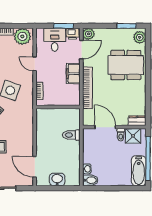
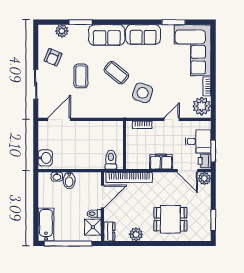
plant: (140, 37) -> (136, 234), moved
dining table: (126, 65) -> (170, 219), width x0.73
bookcase: (88, 88) -> (129, 177), moved
toilet: (71, 135) -> (111, 160), moved
bathtub: (139, 171) -> (46, 225), moved, turned 90
washbasin: (57, 179) -> (45, 158), moved
bidet: (90, 180) -> (69, 180), moved

